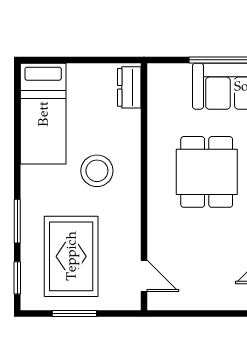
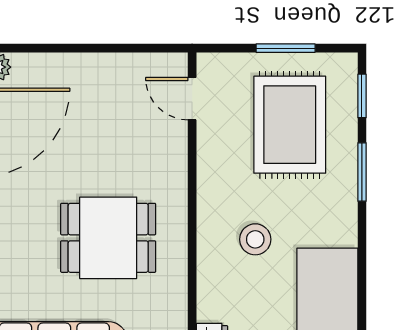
stool: (97, 171) -> (255, 239), width x0.73, depth x0.73
dining table: (207, 172) -> (108, 238), turned 90

